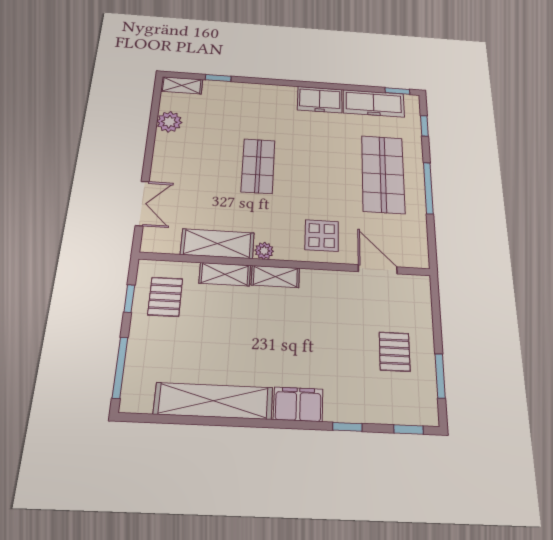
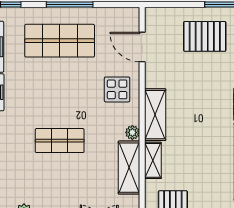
door: (378, 269) -> (142, 47), hinge flipped
shelving: (275, 277) -> (155, 115), width x1.50, depth x1.33
pallet: (395, 352) -> (205, 36), width x1.50, depth x1.42

